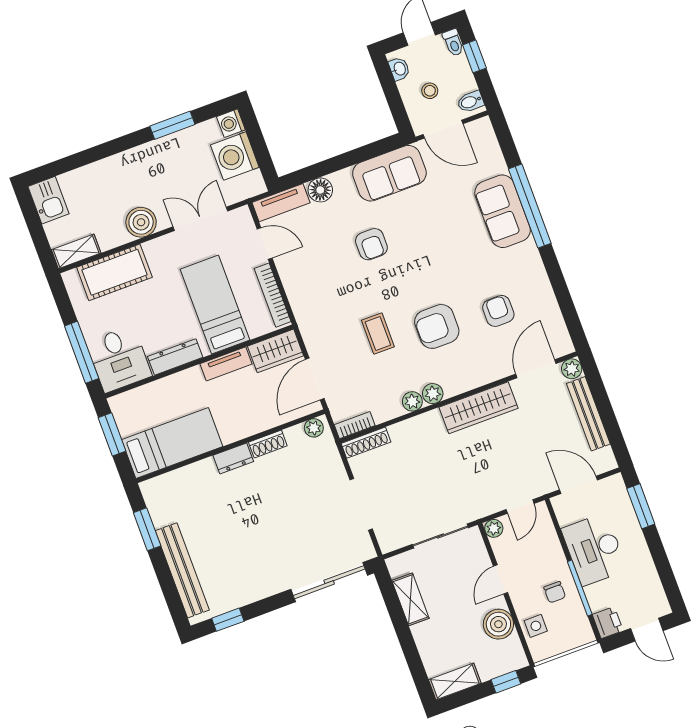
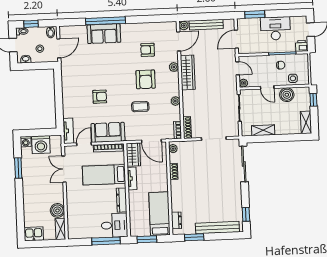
sofa: (389, 173) -> (108, 132), moved, turned -90
floor lamp: (320, 190) -> (68, 112), removed
boiler: (141, 222) -> (57, 210), moved
cot: (114, 272) -> (75, 215), removed
door: (536, 369) -> (179, 41), swing flipped
plant: (433, 394) -> (174, 67), moved
dresser: (233, 458) -> (176, 220), moved
desk: (594, 549) -> (275, 28), moved, turned 180

